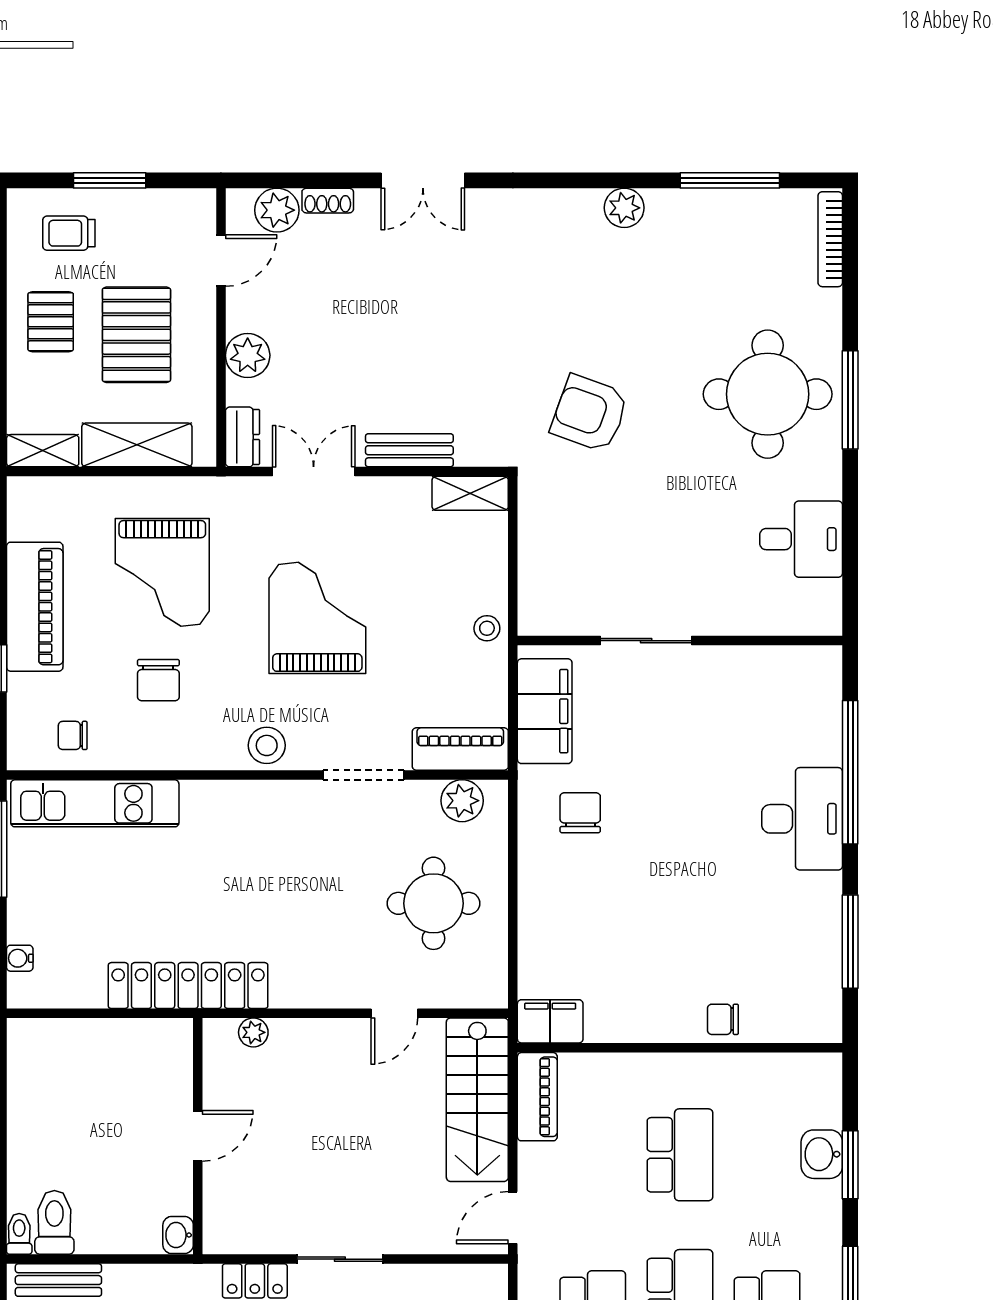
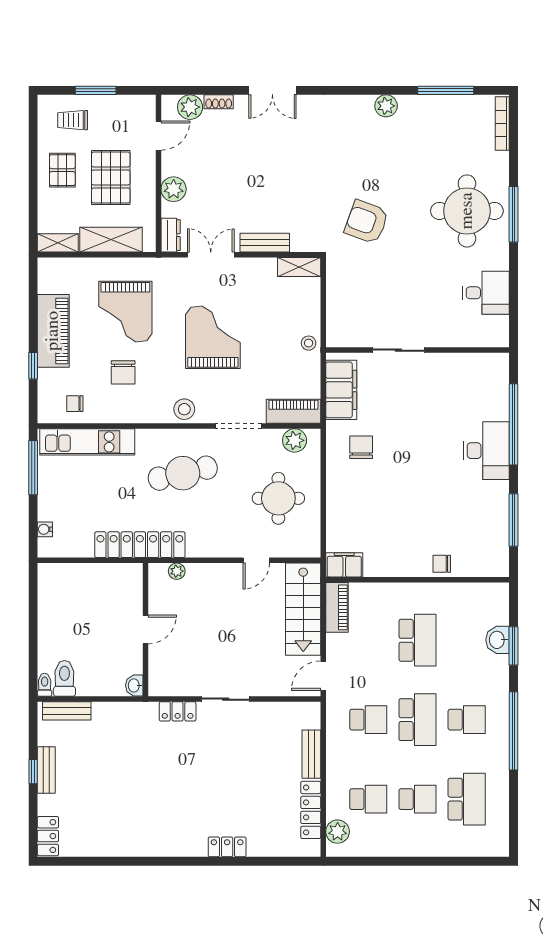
cafe table: (264, 859) -> (183, 473), added

